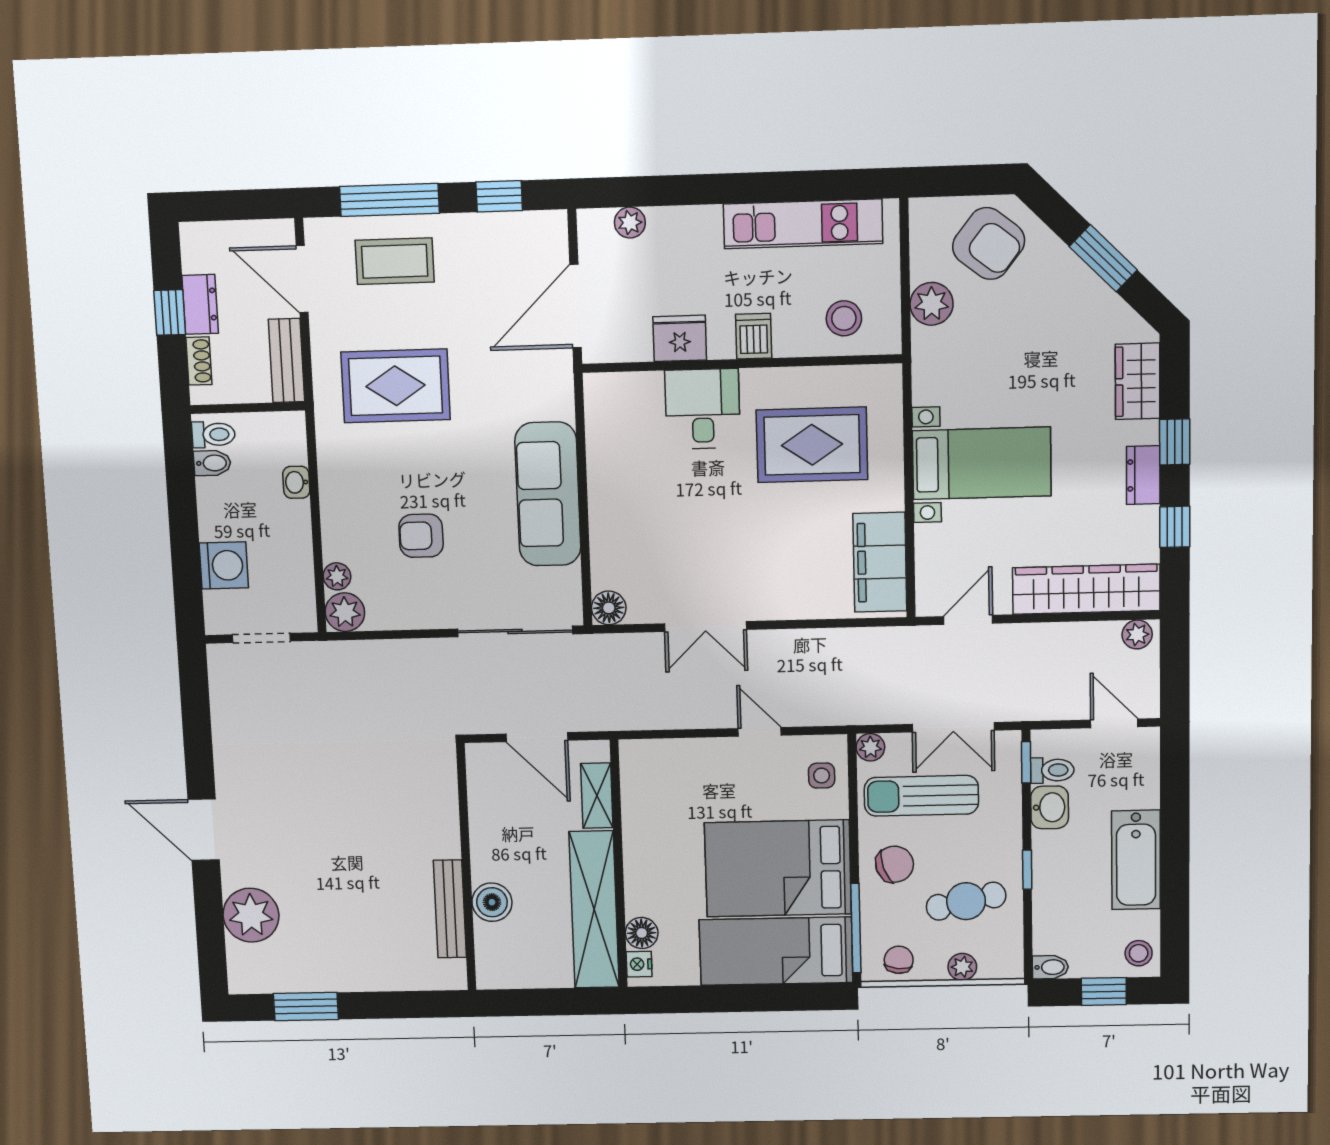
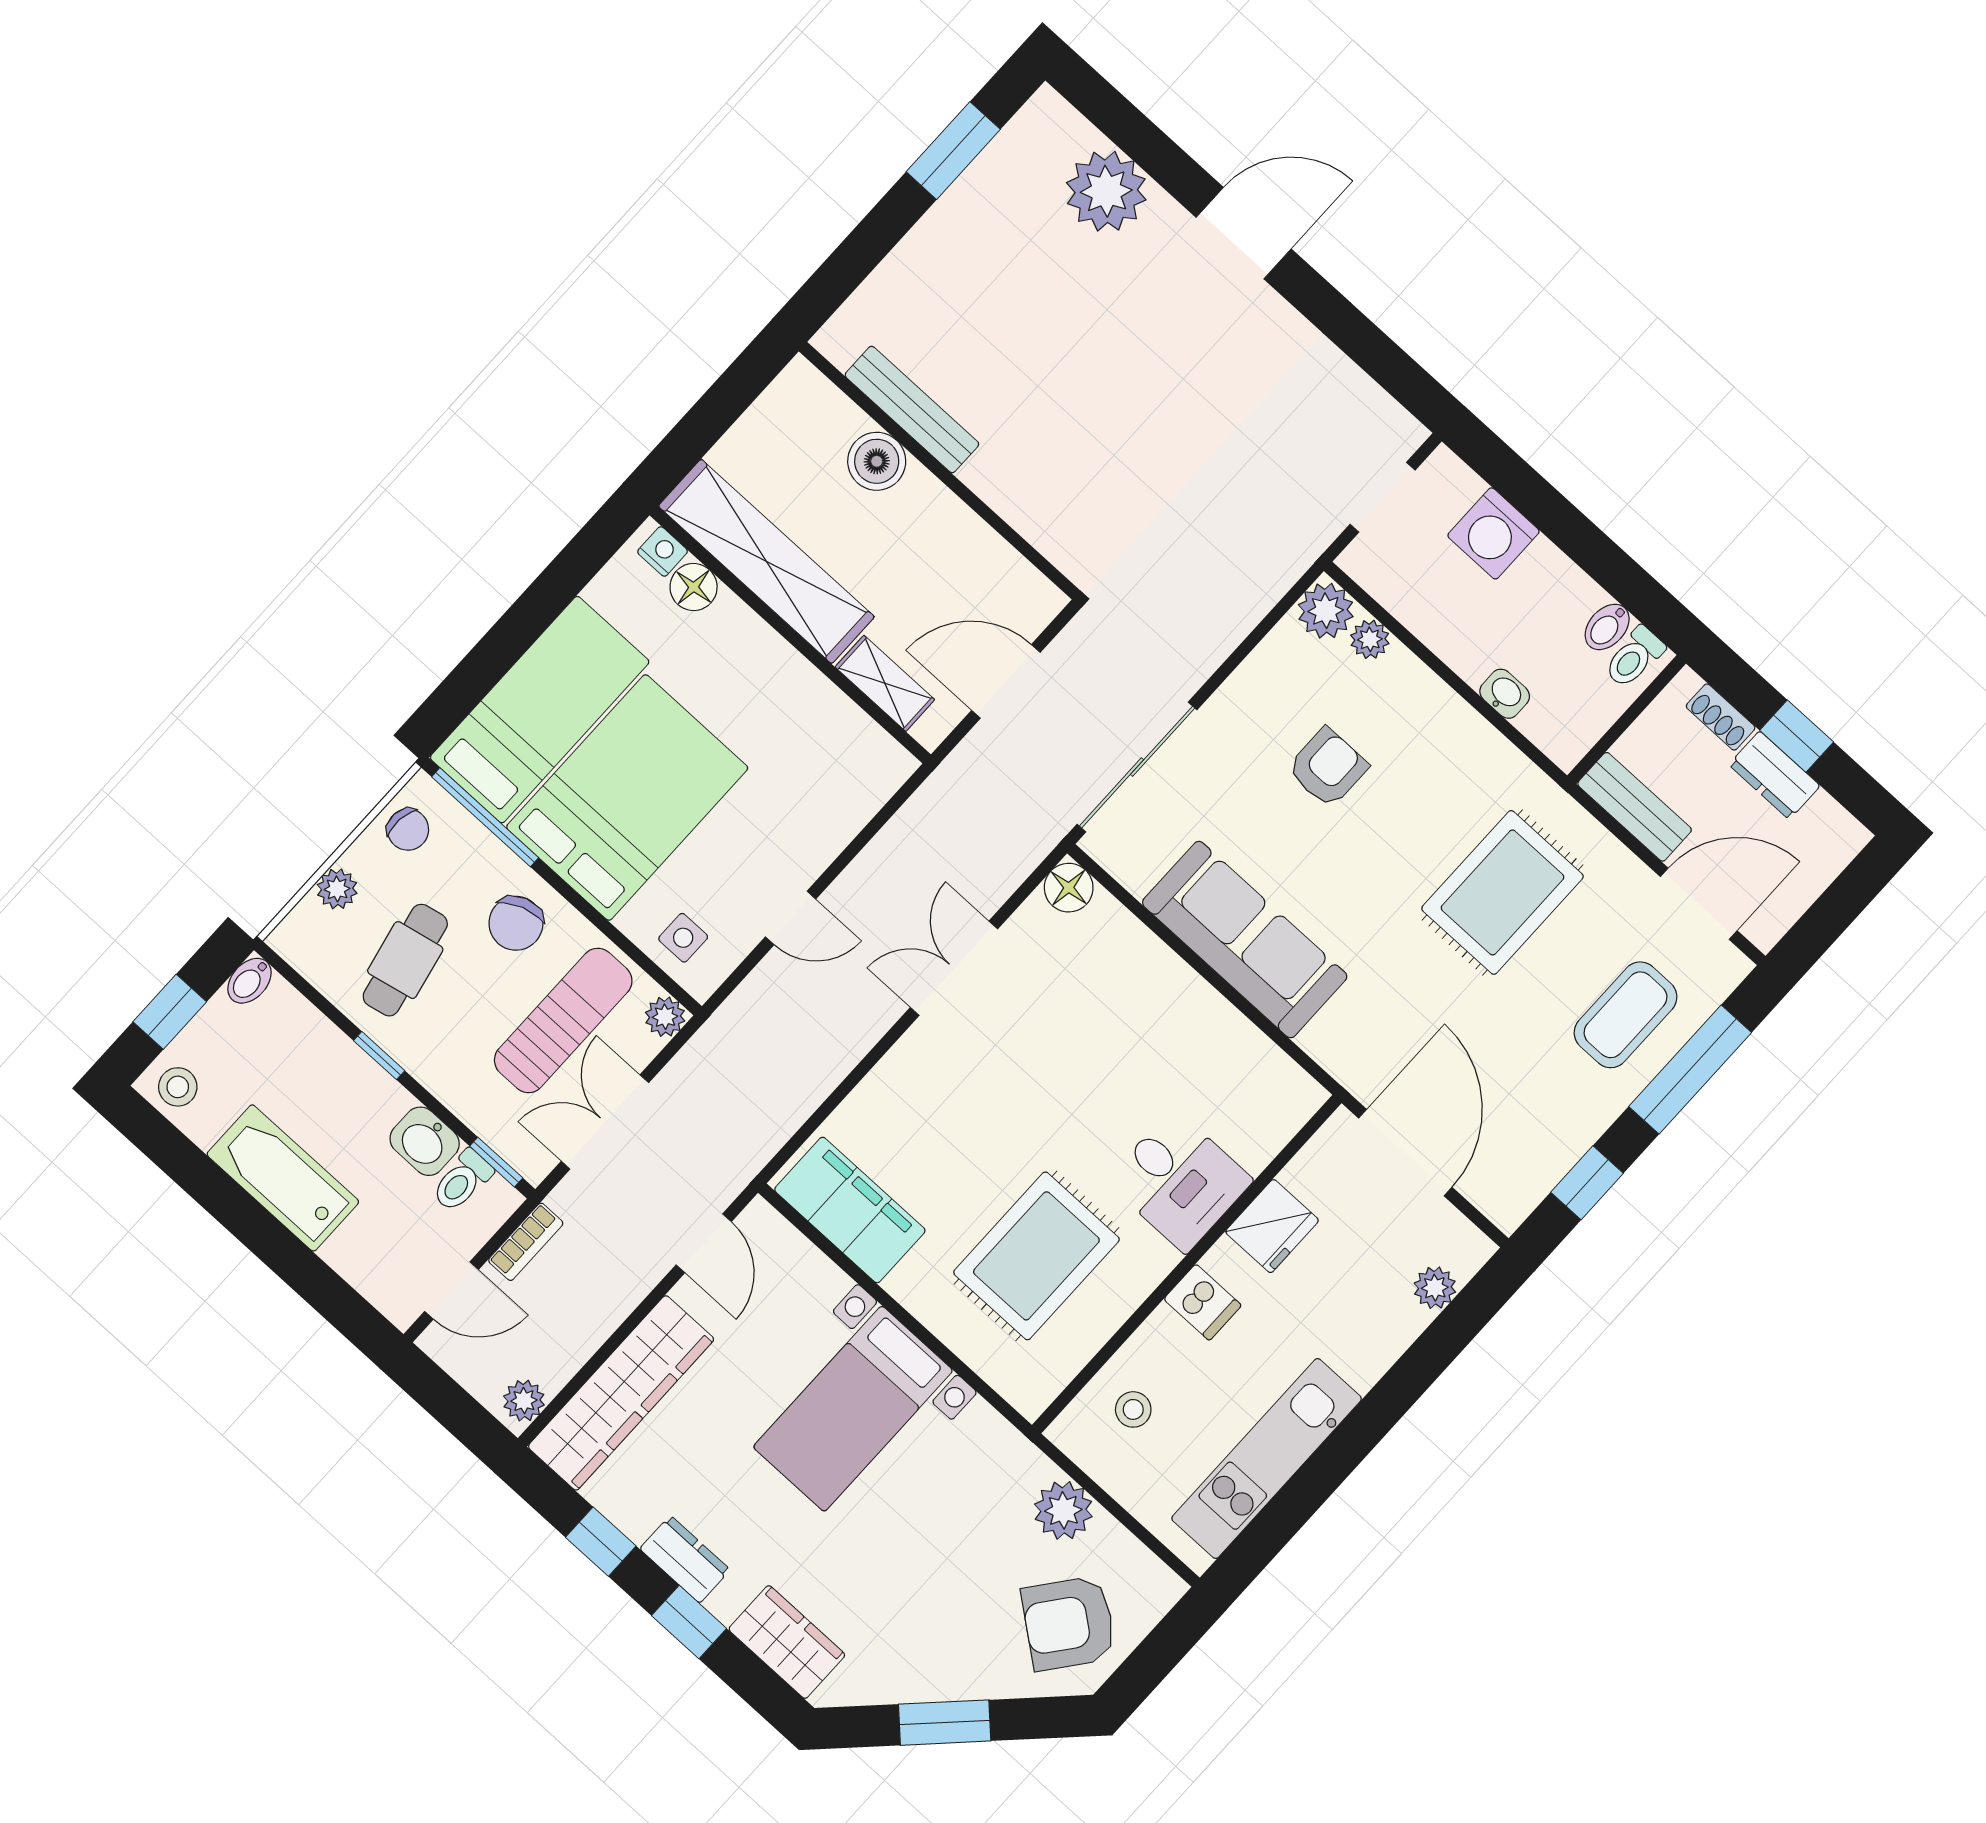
stool: (844, 318) -> (1133, 1409), width x0.73, depth x0.73
bookcase: (1053, 710) -> (526, 1242), added

